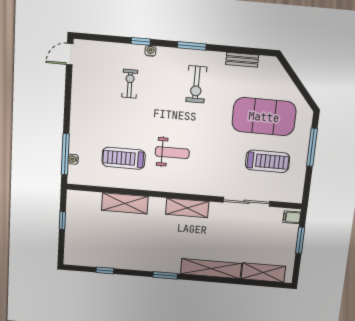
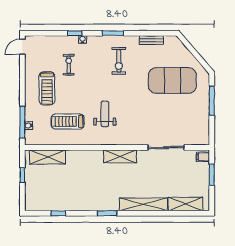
weight bench: (172, 153) -> (105, 114), turned -90
treadmill: (268, 161) -> (47, 88), moved, turned 90
shelving: (125, 203) -> (48, 157), moved

